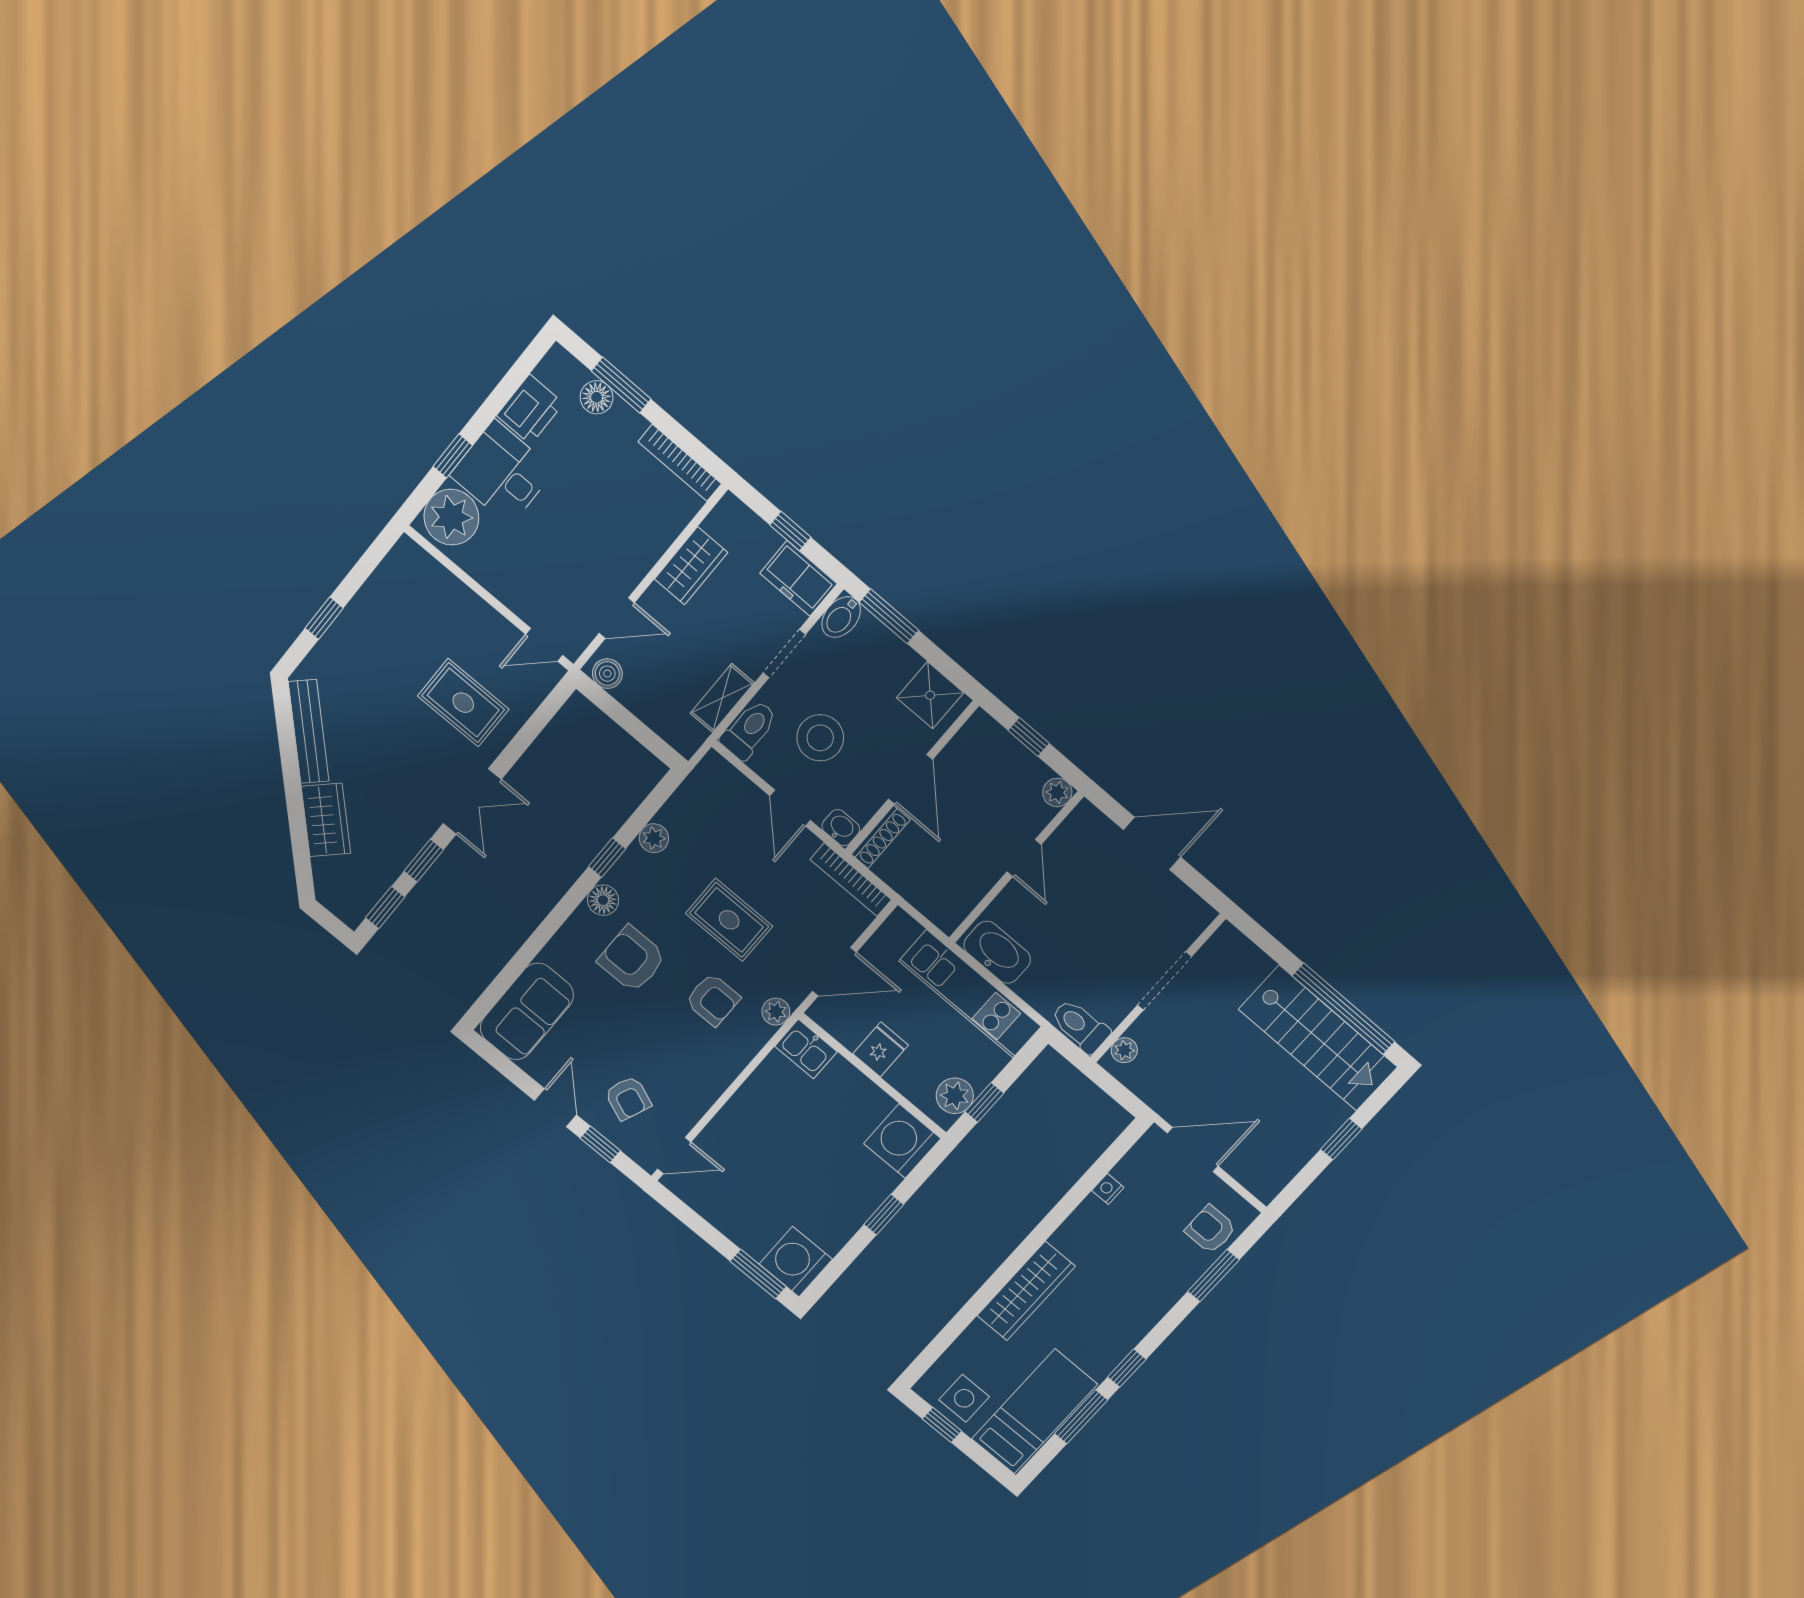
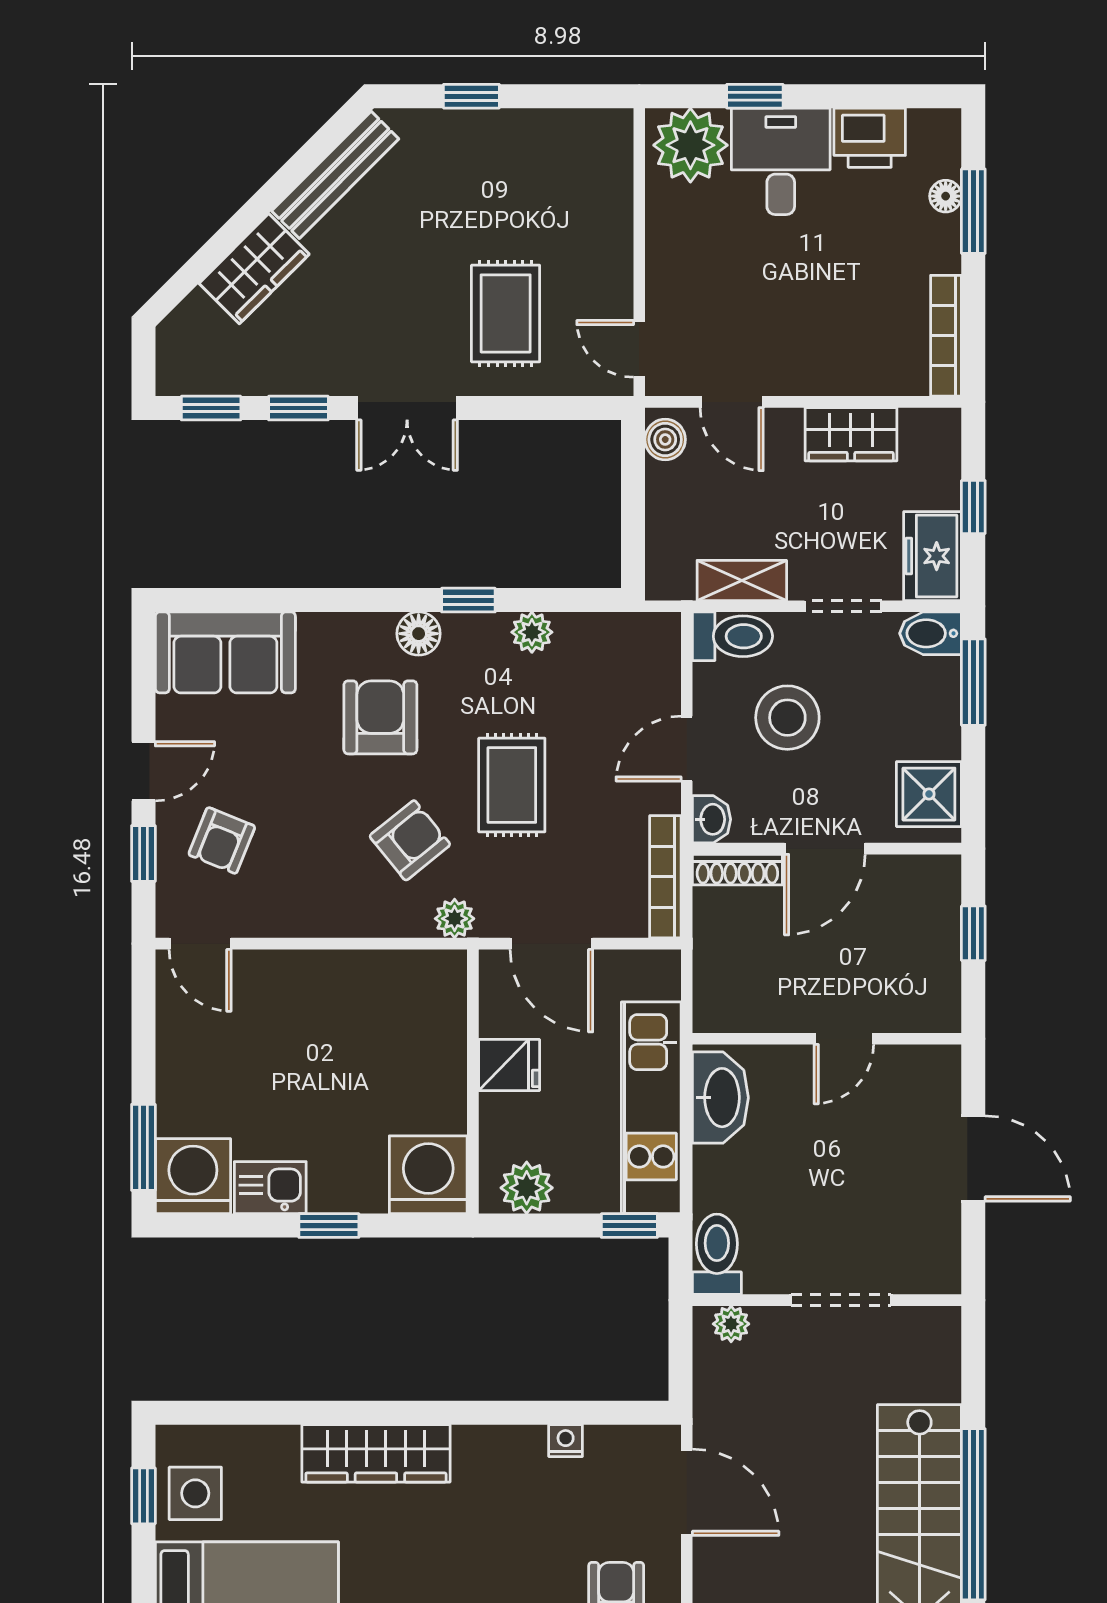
floor lamp: (597, 397) -> (946, 196), width x0.73, depth x0.73
plant: (1057, 792) -> (942, 1013), removed
armchair: (713, 1000) -> (410, 840), turned -129
kitchen sink: (806, 1049) -> (270, 1188), moved, turned 90
window: (984, 1102) -> (629, 1226), moved

